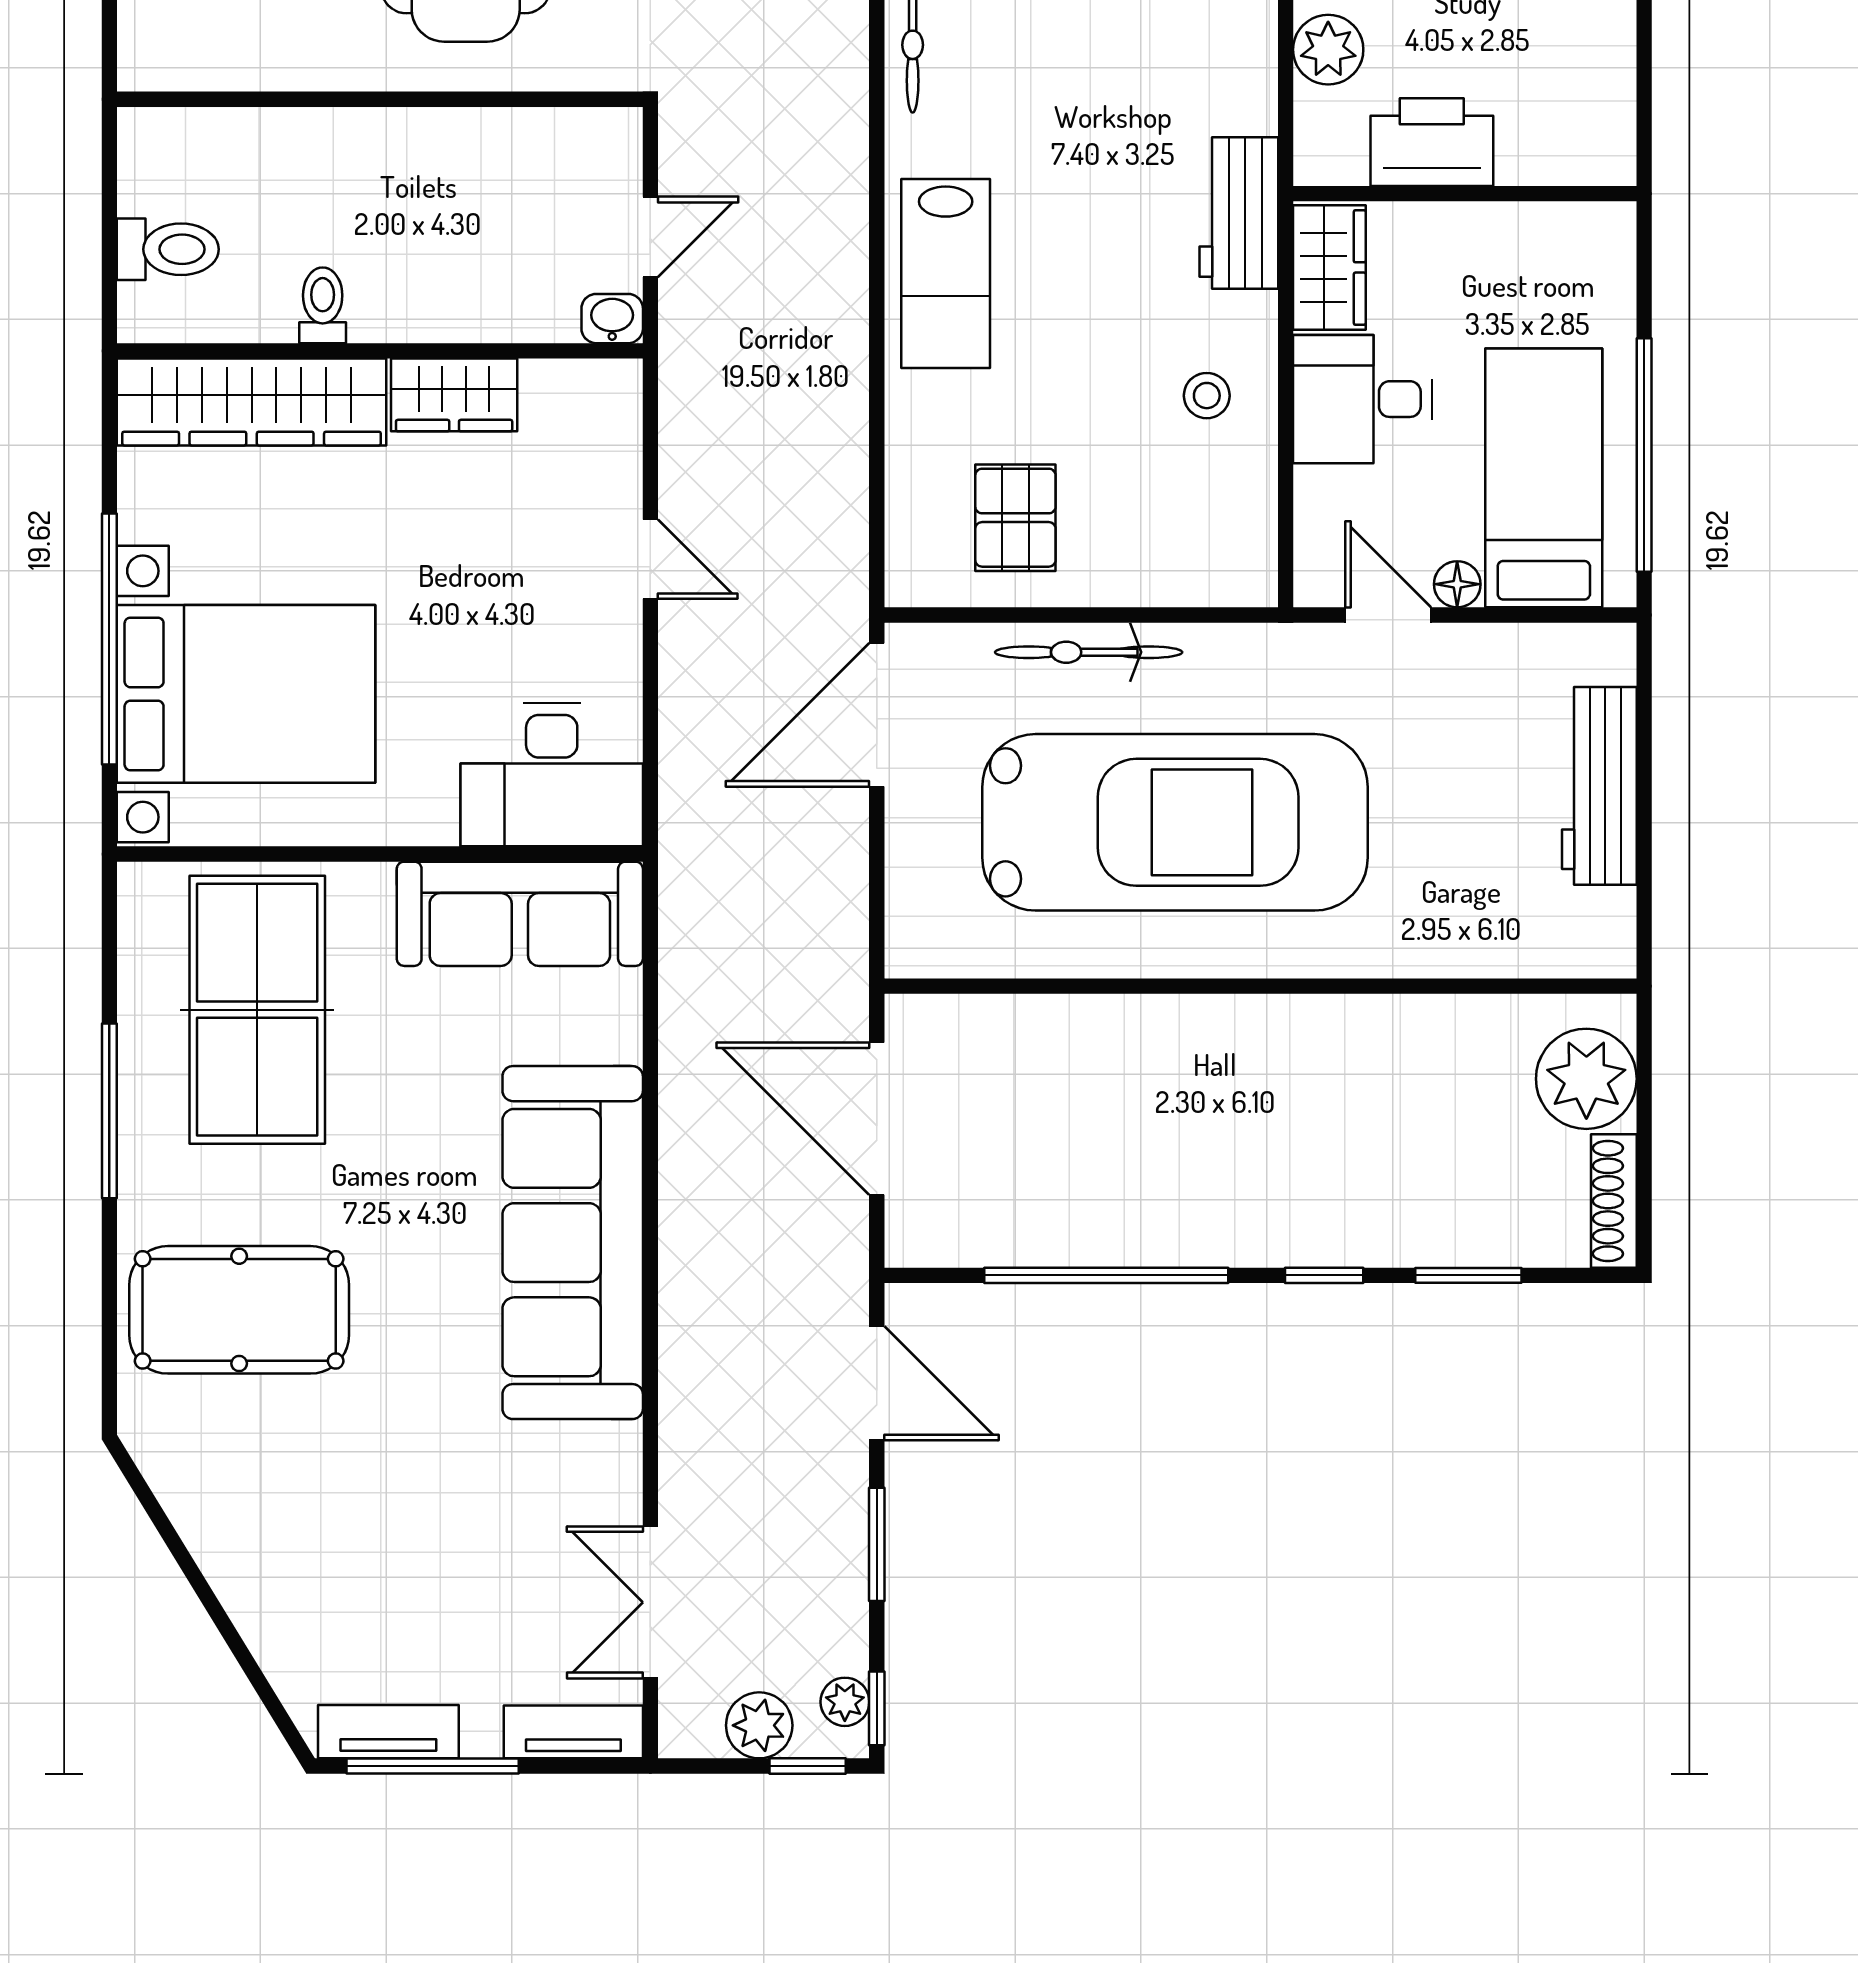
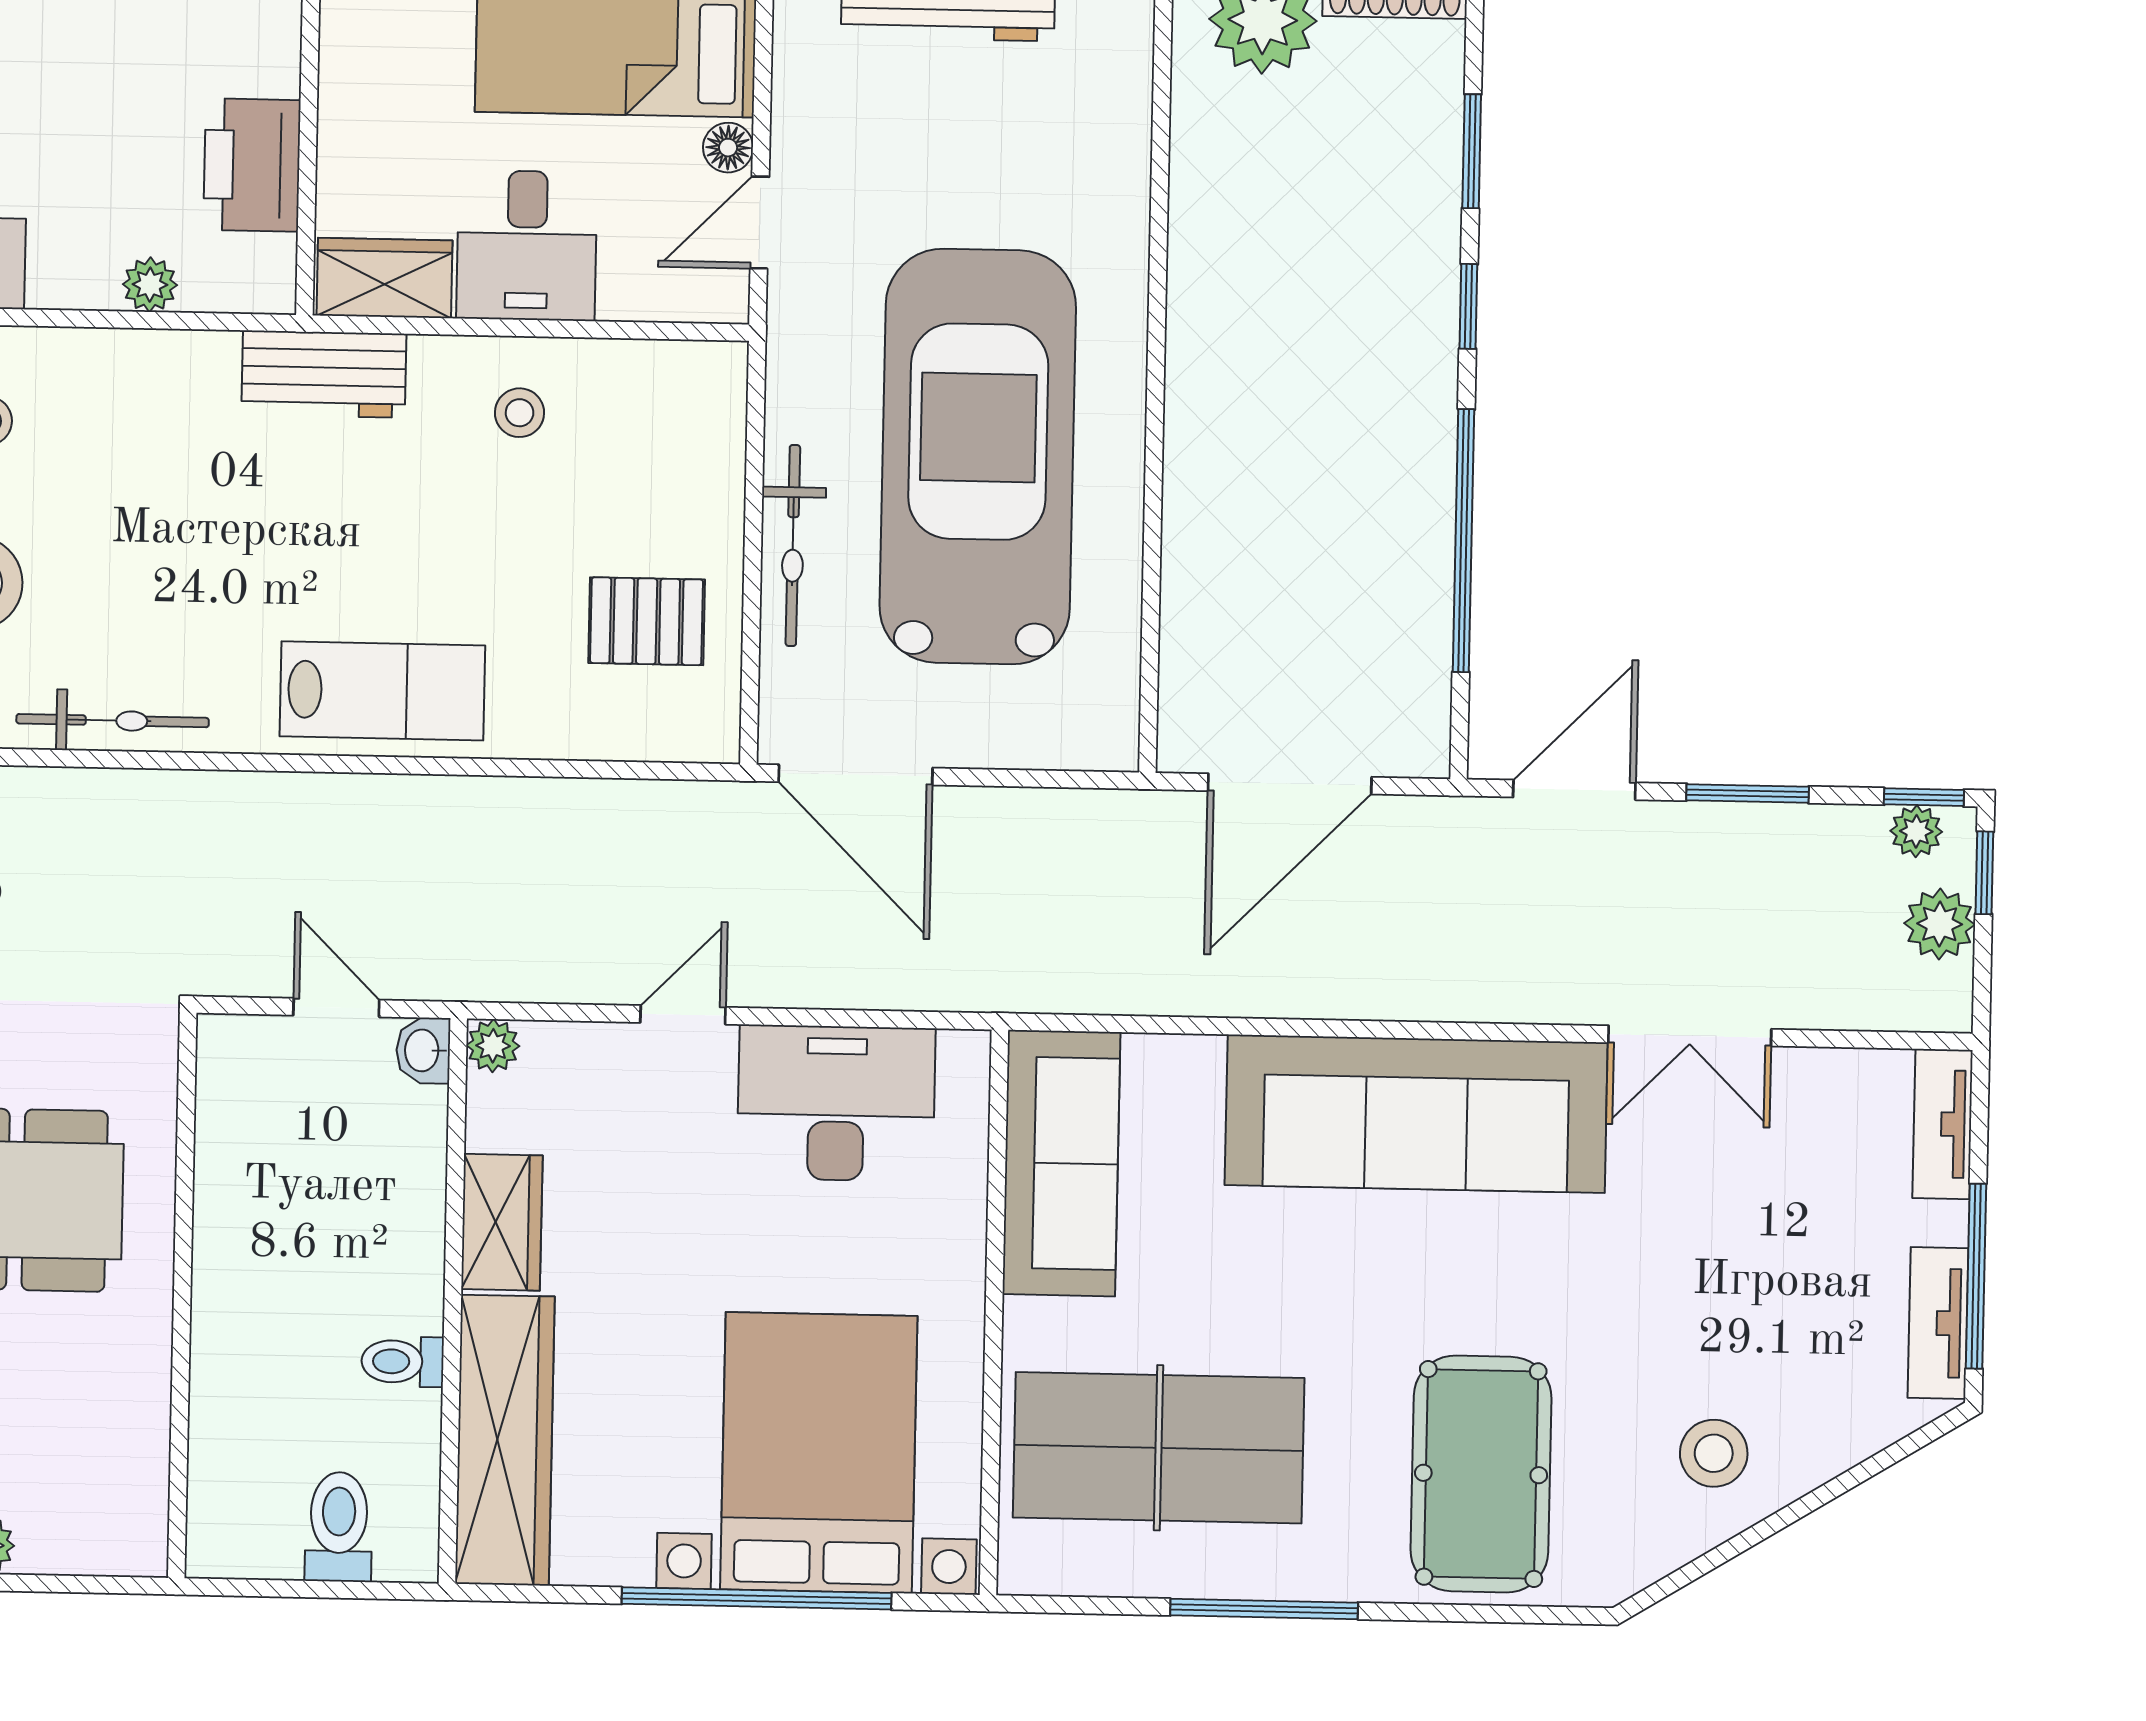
plant: (1328, 50) -> (150, 285), width x0.73, depth x0.73
plant: (618, 383) -> (493, 1046), added
desk: (552, 775) -> (836, 1103), moved, turned -90
stool: (263, 1526) -> (1714, 1453), added
double door: (650, 1602) -> (1690, 1036), moved

